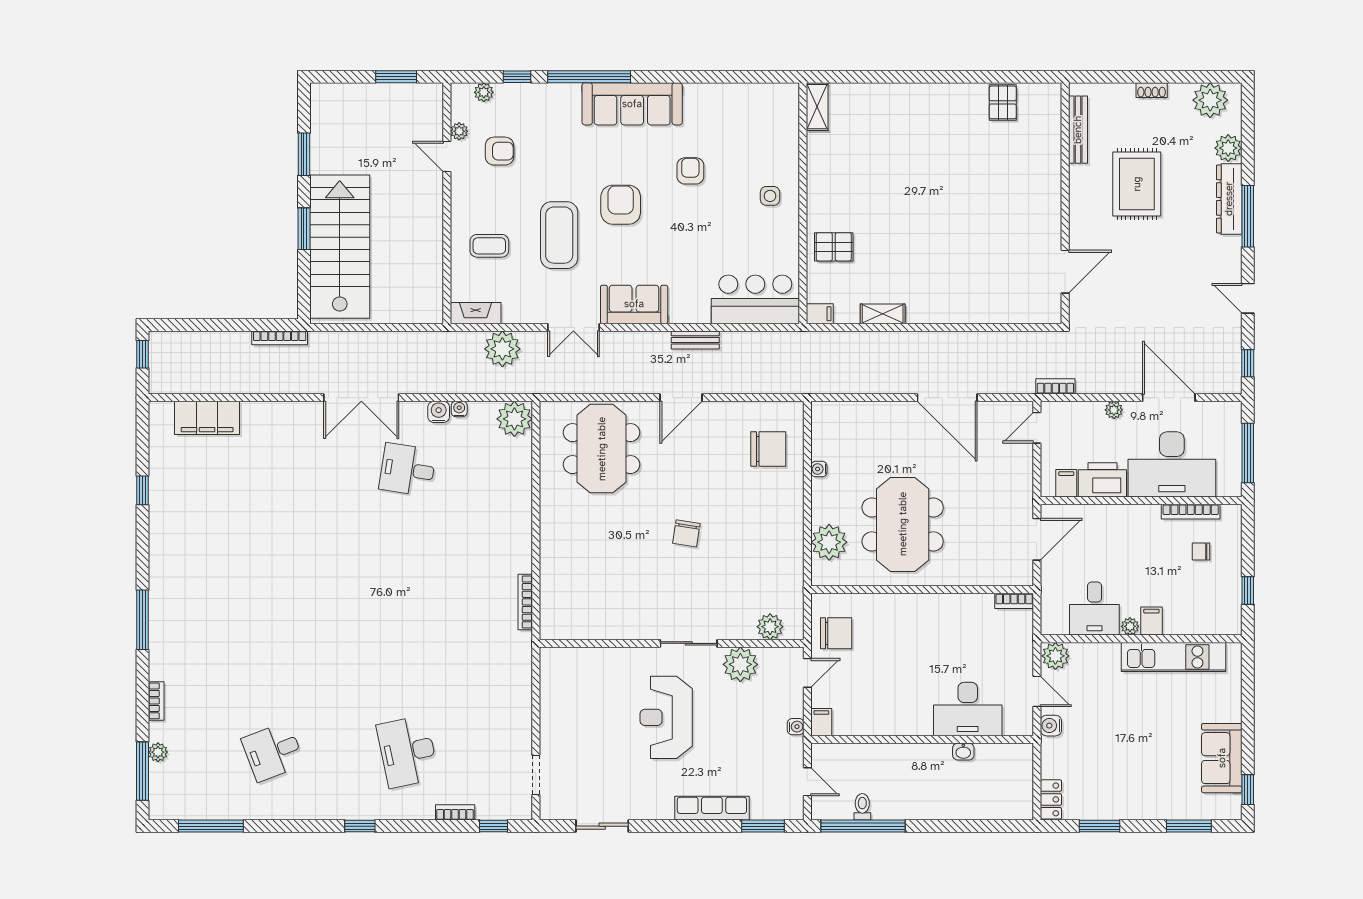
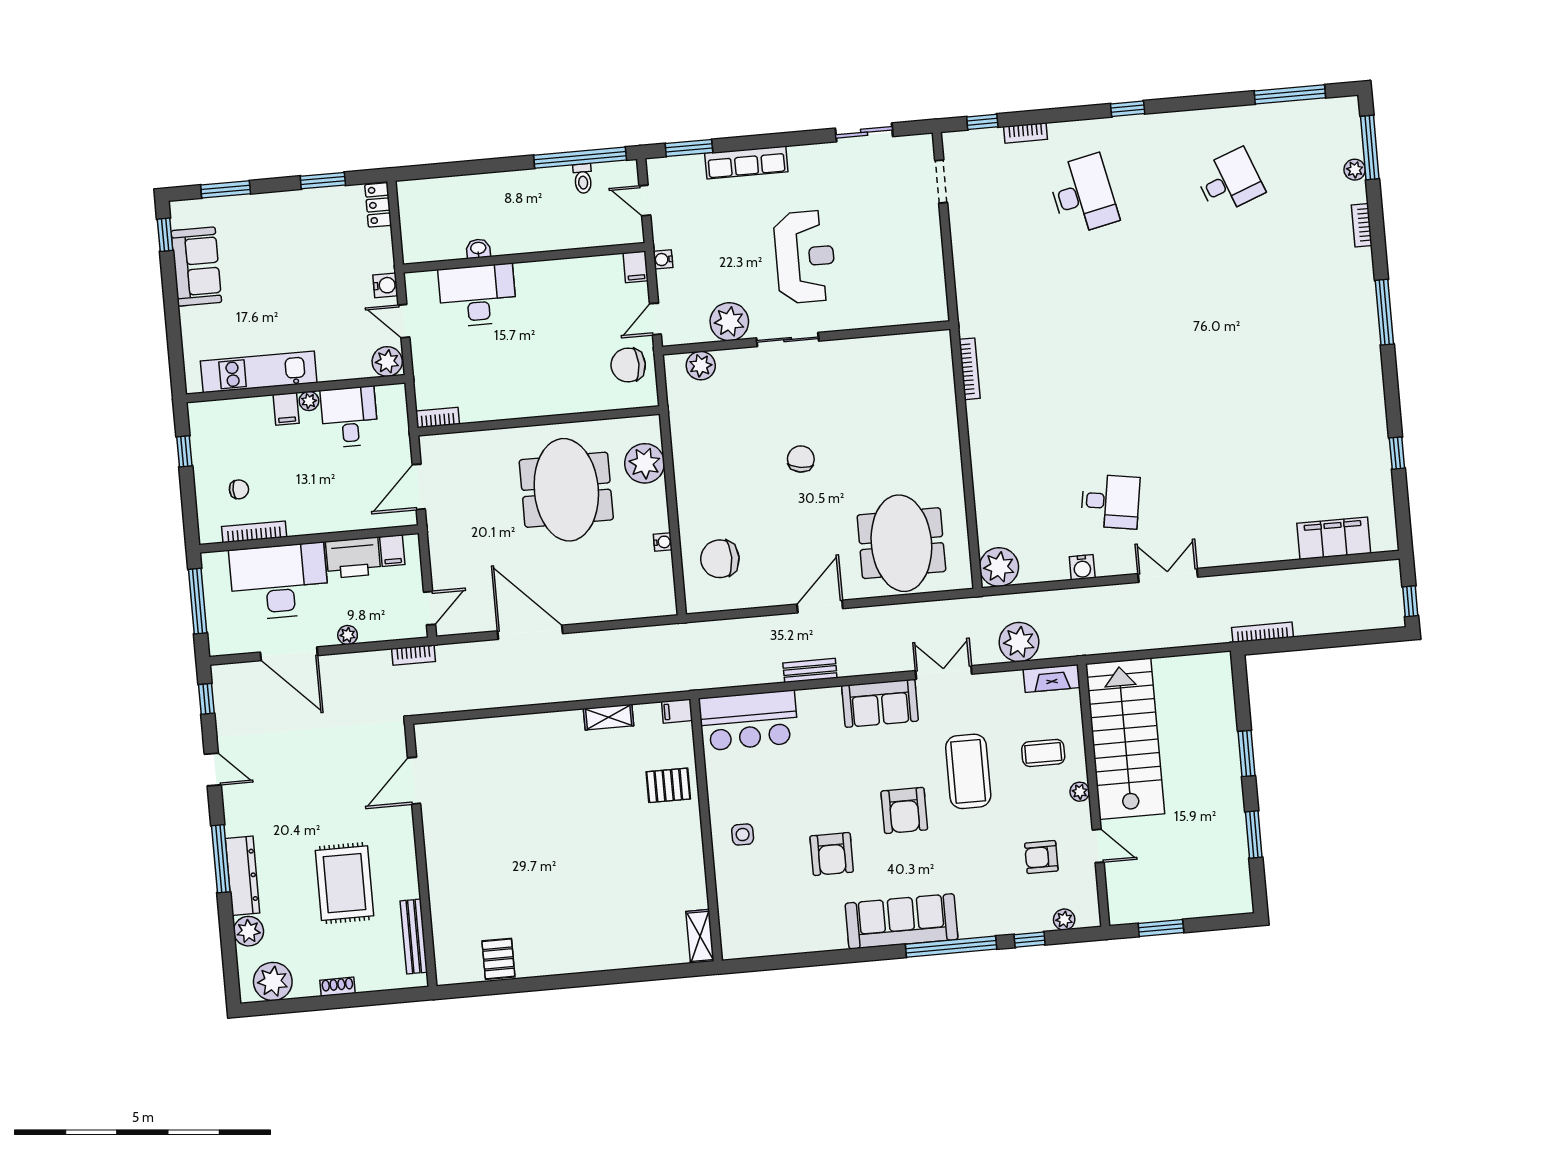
plant: (459, 131) -> (1080, 792), moved
armchair: (690, 171) -> (832, 854), width x1.38, depth x1.38
stairs: (340, 247) -> (1125, 739), moved, turned 180
double door: (361, 398) -> (1168, 575), width x0.73
water cooler: (459, 409) -> (1060, 572), removed

